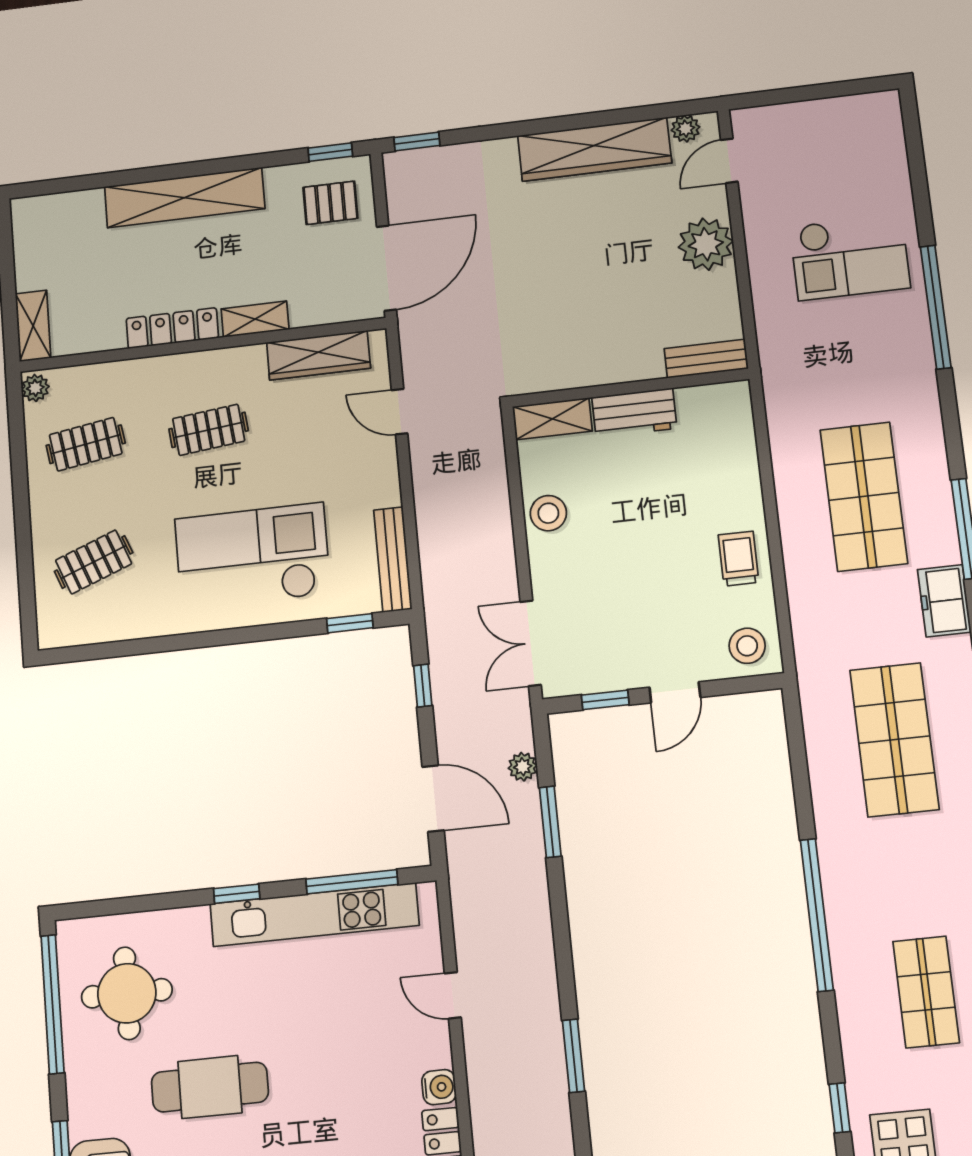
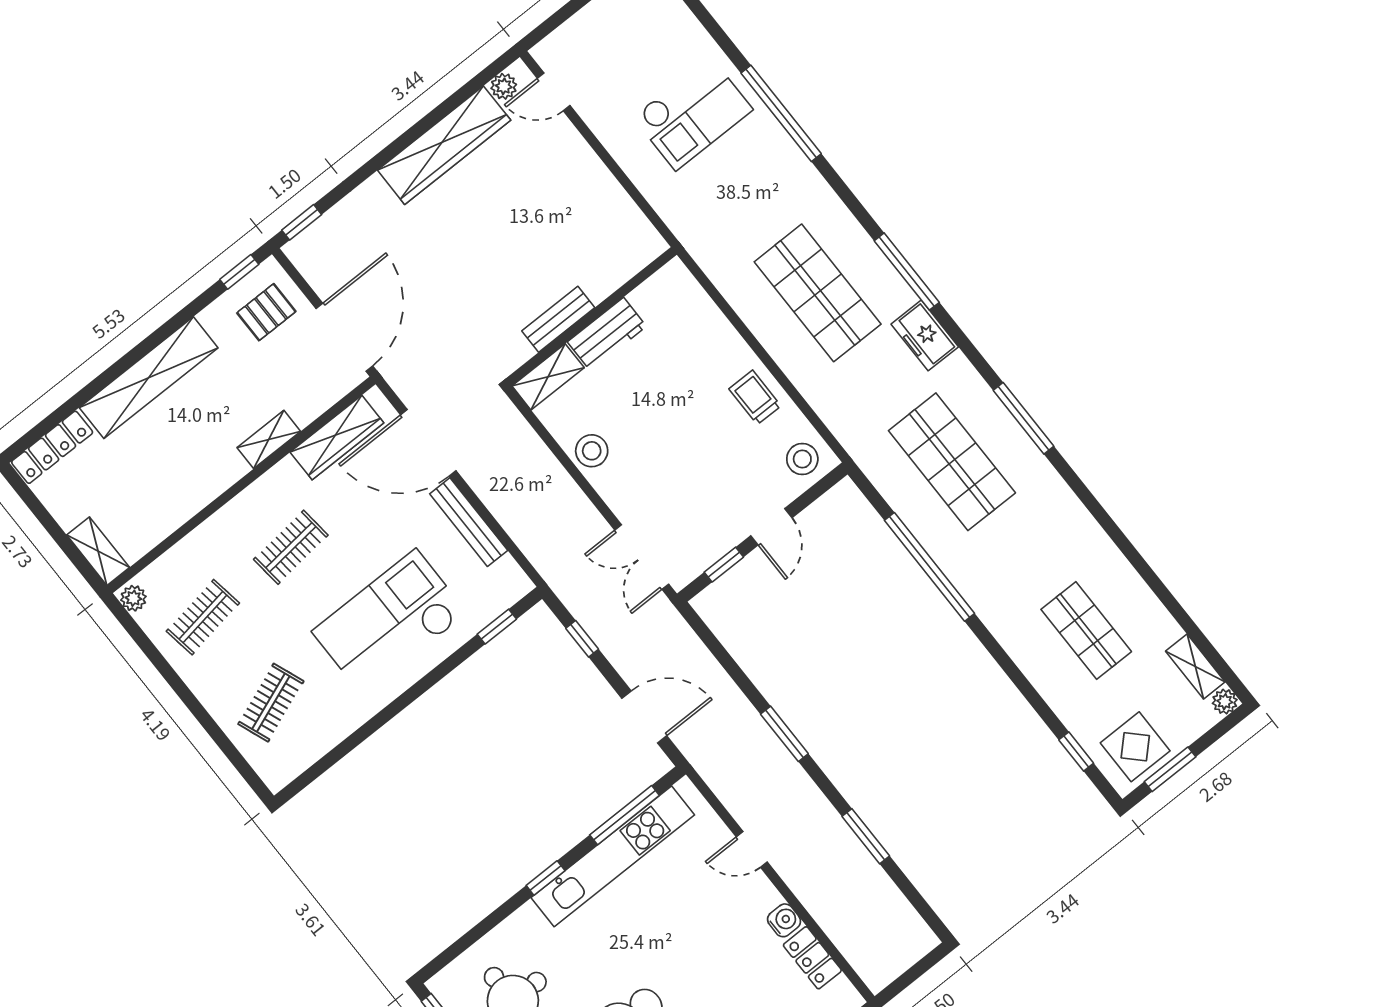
door: (729, 161) -> (554, 92), hinge flipped
plant: (706, 244) -> (577, 169), removed
locker: (172, 328) -> (52, 447), moved, turned 180
bench: (706, 359) -> (558, 319), moved
door: (400, 412) -> (428, 443), width x1.87
bench: (393, 559) -> (469, 522), moved
plant: (523, 767) -> (695, 652), removed
window: (550, 822) -> (784, 734), moved
window: (817, 915) -> (929, 567), moved

